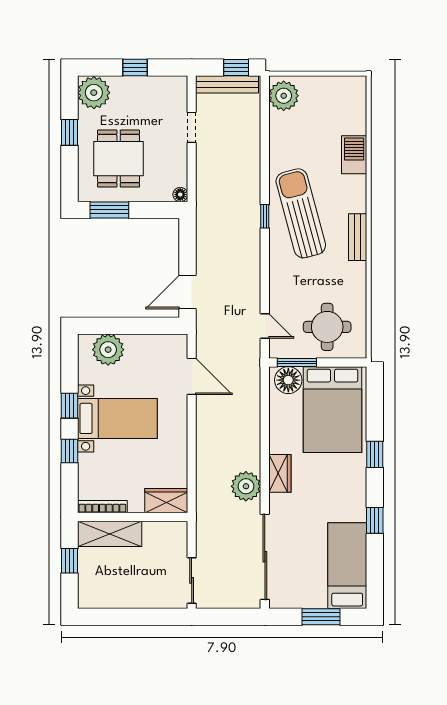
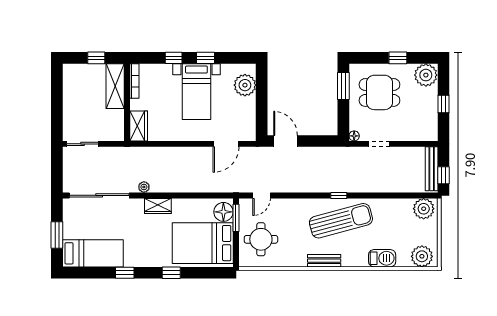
plant: (351, 98) -> (422, 256), added
doorway: (192, 127) -> (379, 144), moved
plant: (246, 486) -> (144, 187), width x0.53, depth x0.53

